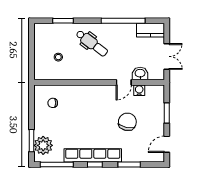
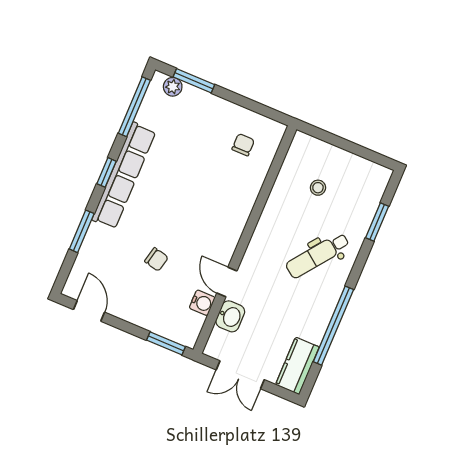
window: (167, 113) -> (166, 343), moved
chair: (127, 122) -> (156, 259), width x0.54, depth x0.54
plant: (43, 145) -> (173, 87), width x0.53, depth x0.53

